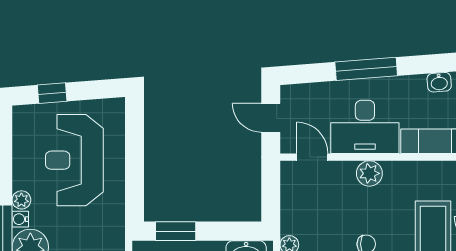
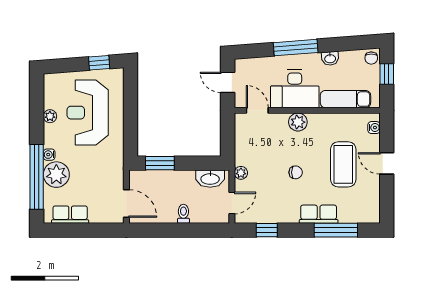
washbasin: (439, 82) -> (330, 58), moved
window: (52, 93) -> (99, 63), moved
plant: (21, 200) -> (50, 116), moved

